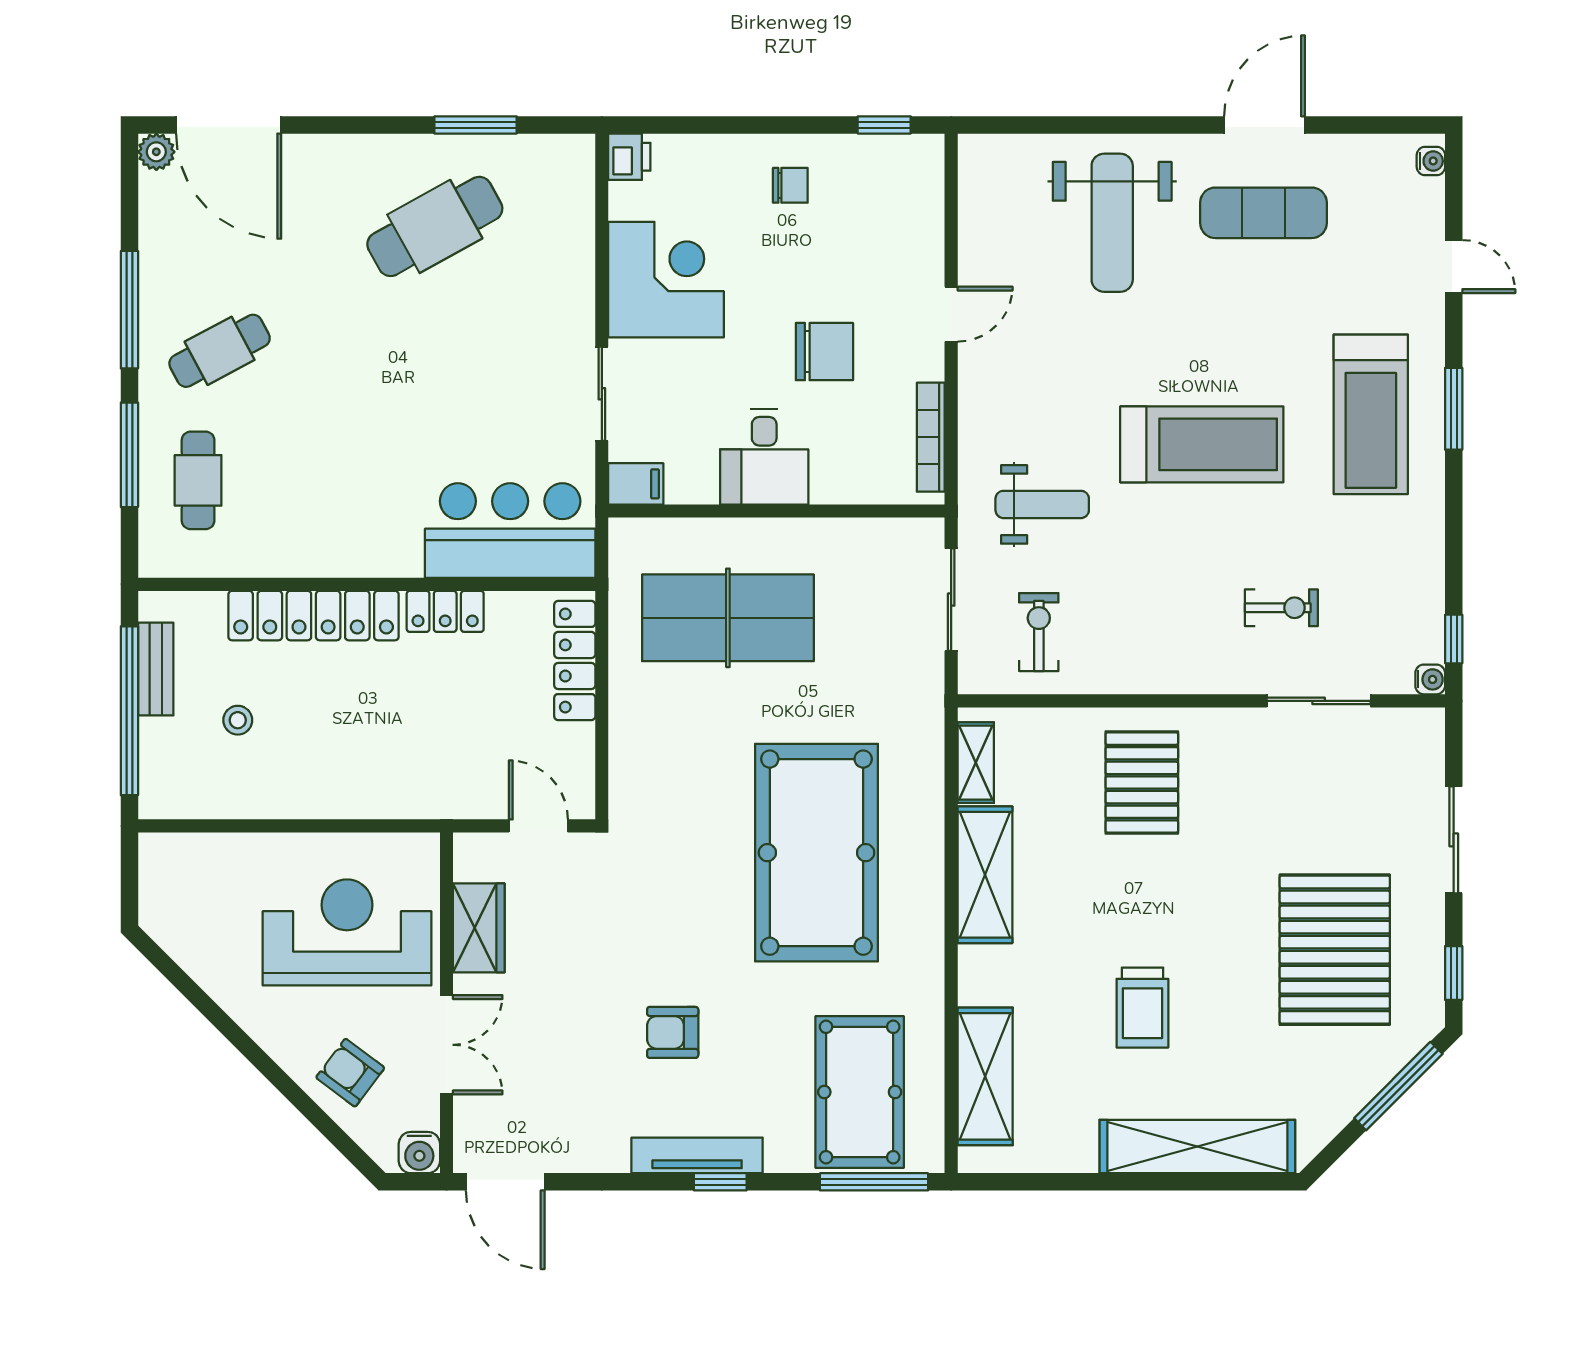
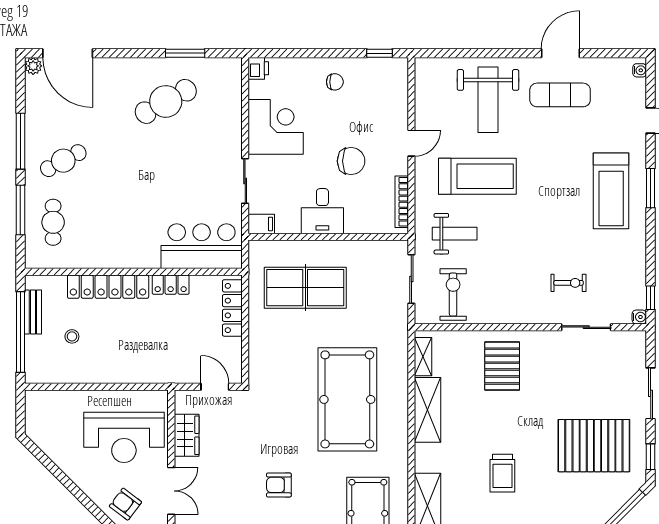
treadmill: (1202, 444) -> (477, 176), moved
exercise bike: (1039, 632) -> (453, 294), width x1.38, depth x1.39
reception desk: (347, 932) -> (124, 437), turned 180
pallet: (1335, 950) -> (594, 446), turned 90

